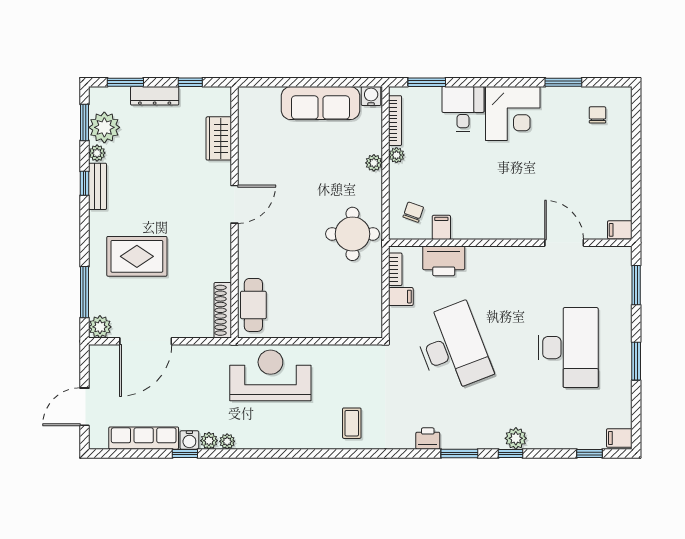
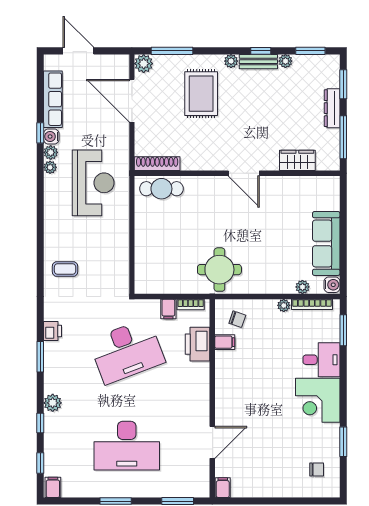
window: (190, 82) -> (343, 137), width x2.17
plant: (104, 127) -> (231, 61), moved, width x0.53, depth x0.53
plant: (374, 163) -> (302, 287), moved
reception desk: (270, 375) -> (93, 183), moved
window: (511, 453) -> (40, 423), moved

